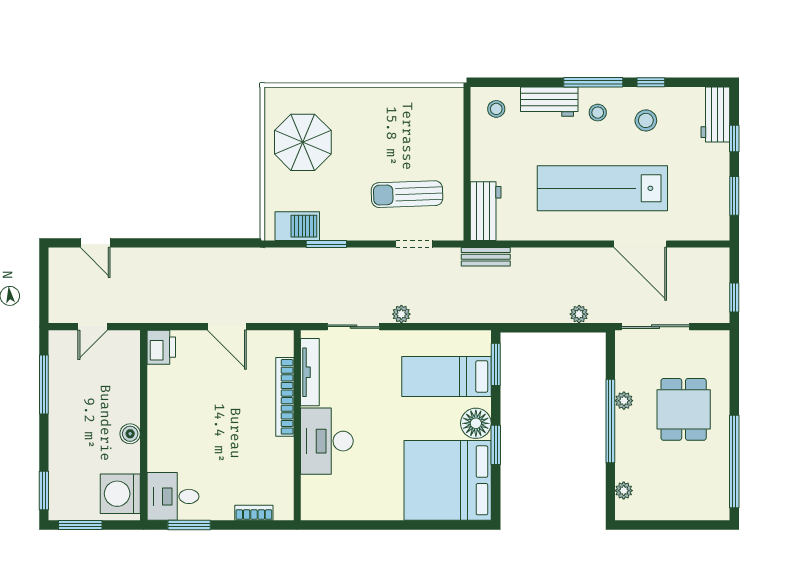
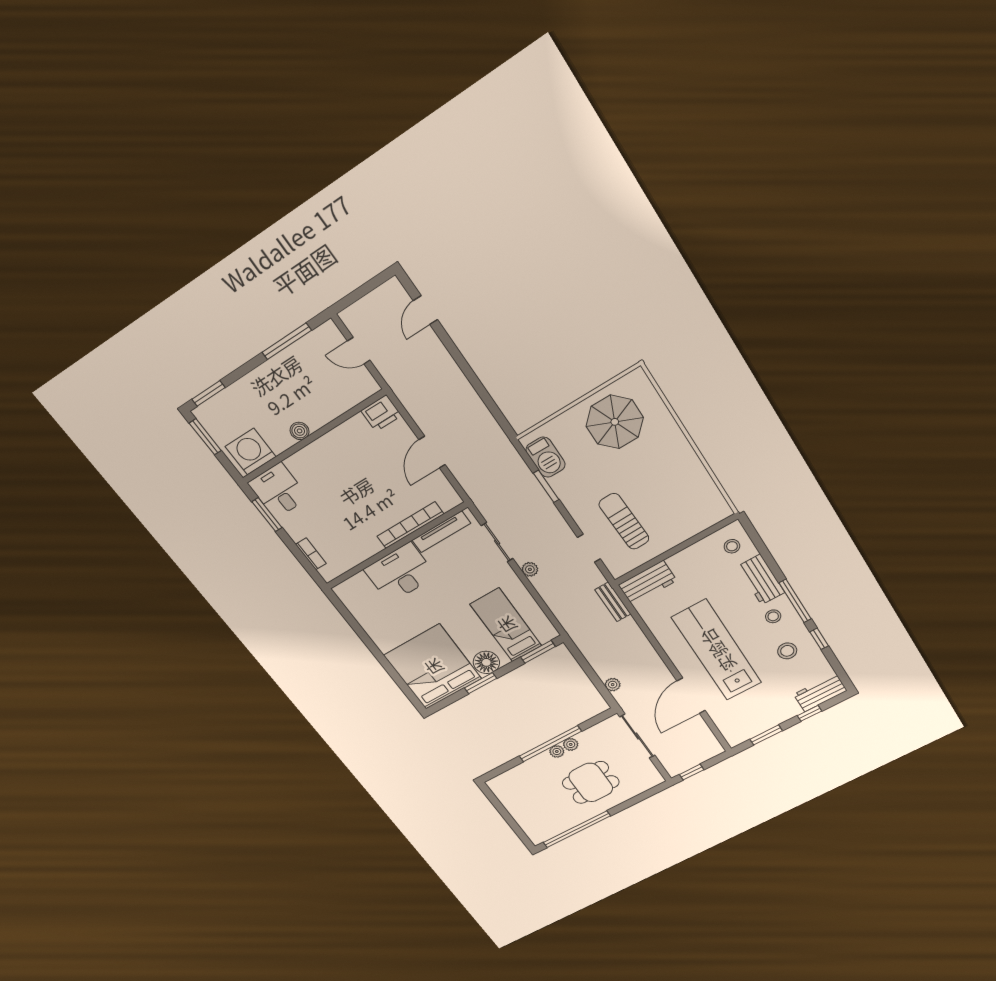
plant: (624, 491) -> (557, 751), moved

